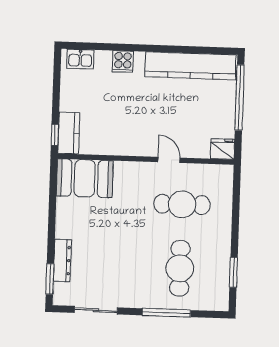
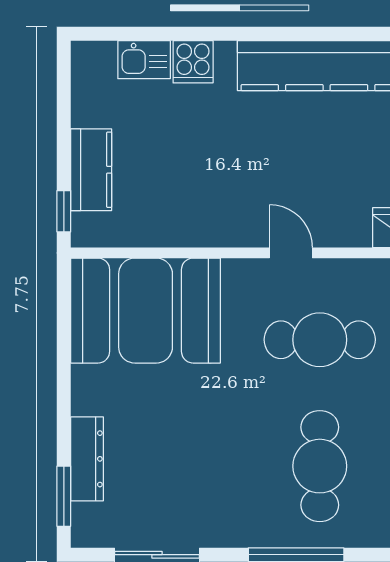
kitchen sink: (80, 59) -> (144, 60), moved
kitchen counter: (69, 133) -> (91, 170), moved
booth: (85, 178) -> (146, 311), width x1.36, depth x1.42

